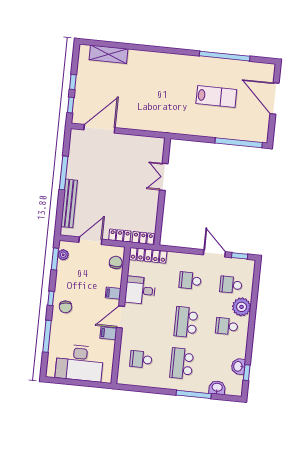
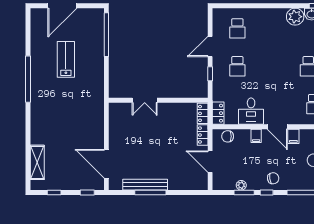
window: (225, 56) -> (28, 79), moved
window: (73, 82) -> (54, 192), moved
bench: (69, 203) -> (145, 185), moved
plant: (63, 255) -> (241, 185), moved
locker: (148, 255) -> (218, 113), width x0.66
window: (240, 256) -> (210, 74), moved
window: (55, 259) -> (244, 192), moved
plant: (242, 307) -> (295, 17), moved
school desk: (186, 322) -> (276, 66), removed
school desk: (227, 326) -> (276, 28), removed

